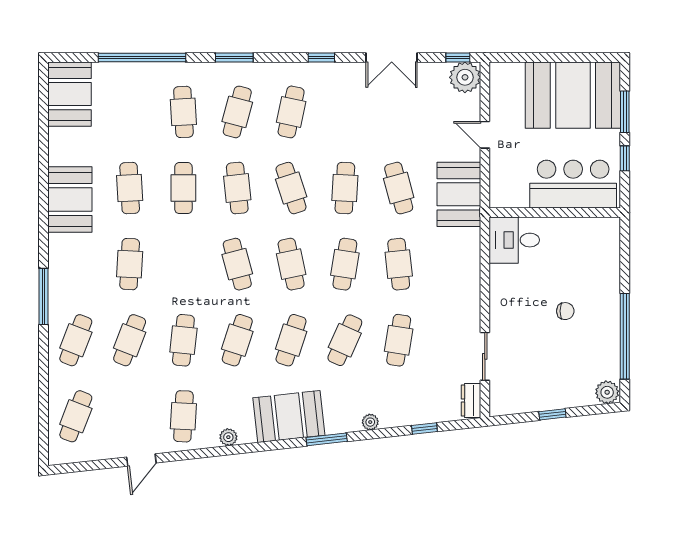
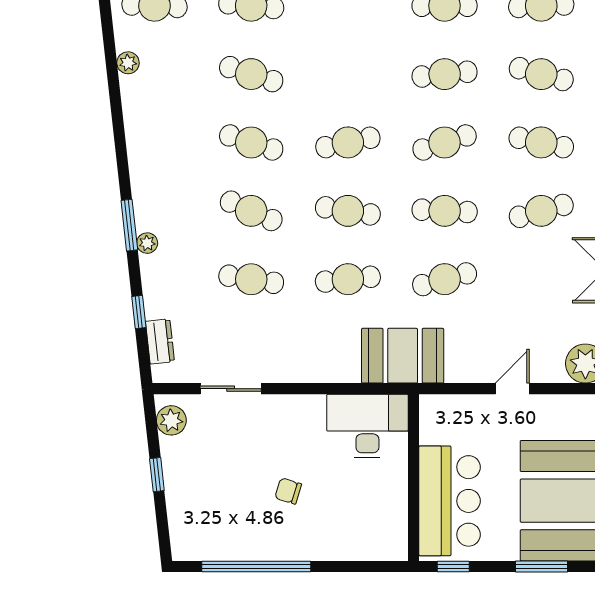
window: (625, 158) -> (453, 566), moved
booth: (459, 194) -> (403, 356), moved
desk: (514, 240) -> (367, 426), width x1.37
cafe table: (237, 264) -> (541, 211), moved
chair: (565, 311) -> (288, 491), turned 107
plant: (607, 392) -> (171, 420), moved
dresser: (471, 400) -> (160, 341), moved, turned 84
booth: (289, 416) -> (154, 140), removed
window: (327, 439) -> (129, 225), moved

